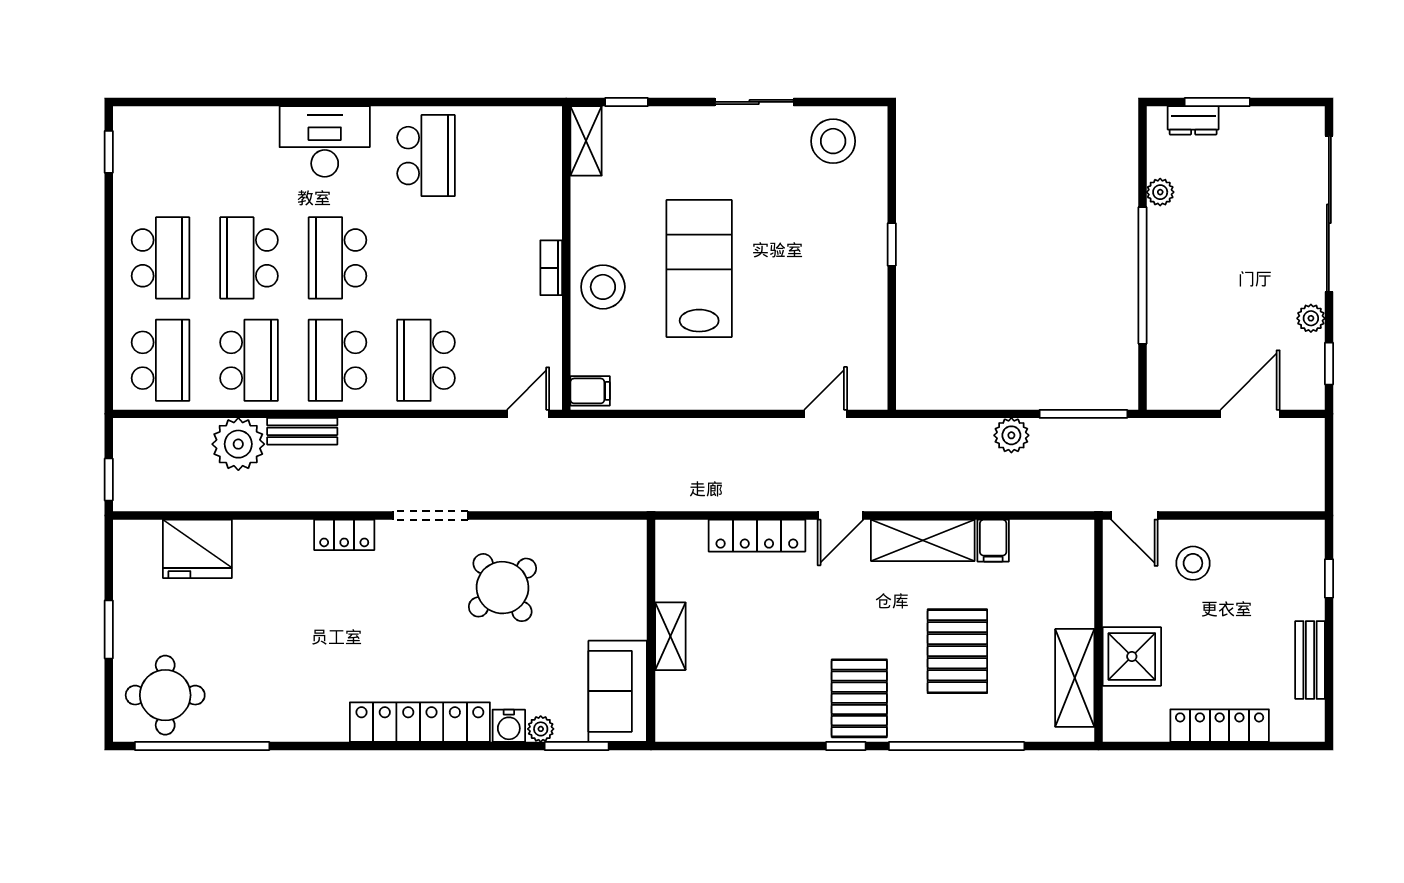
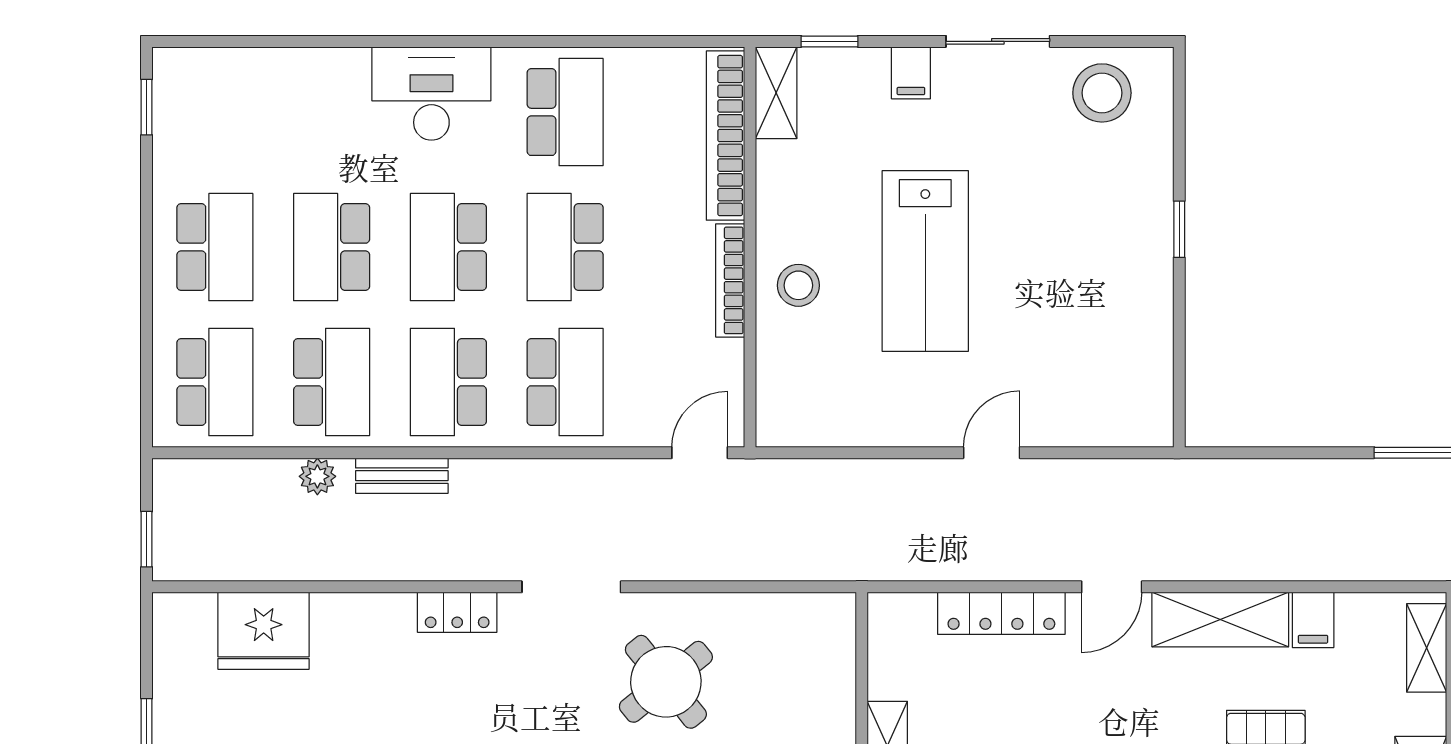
bookcase: (548, 173) -> (726, 136), added
school desk: (426, 258) -> (565, 247), added
bookcase: (551, 268) -> (730, 280), width x1.56
lab bench: (699, 268) -> (925, 261), turned 180
stool: (603, 287) -> (798, 285), width x0.73, depth x0.73
school desk: (426, 360) -> (565, 382), turned 180
filing cabinet: (590, 391) -> (911, 73), moved, turned 90
door: (826, 414) -> (992, 453), moved
plant: (1011, 435) -> (1337, 481), removed
plant: (238, 444) -> (317, 476), width x0.53, depth x0.53
shelving: (1079, 562) -> (1427, 648), added

